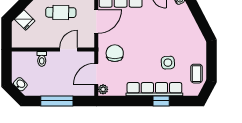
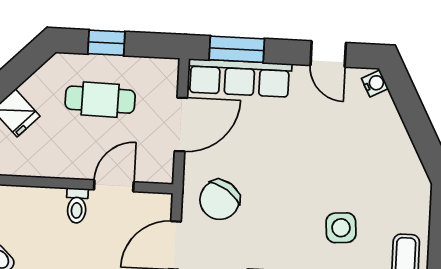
chair: (115, 53) -> (220, 200), turned -146
toilet: (42, 59) -> (77, 206), moved

